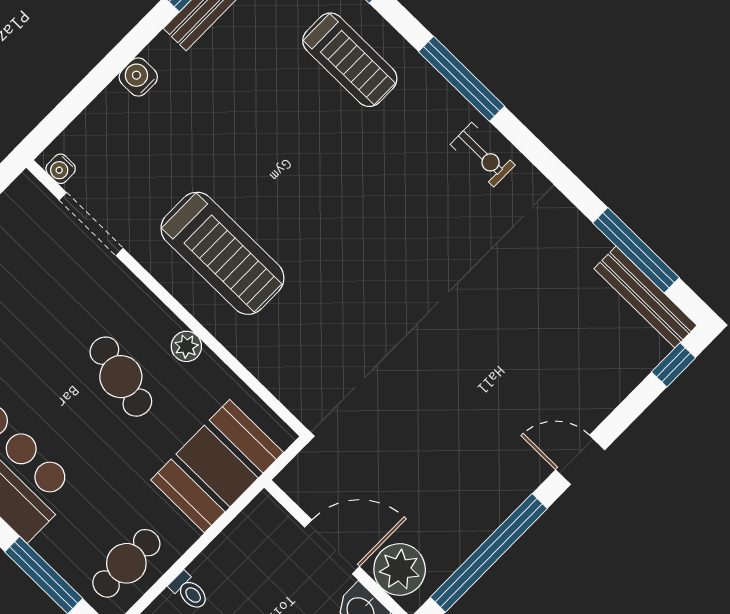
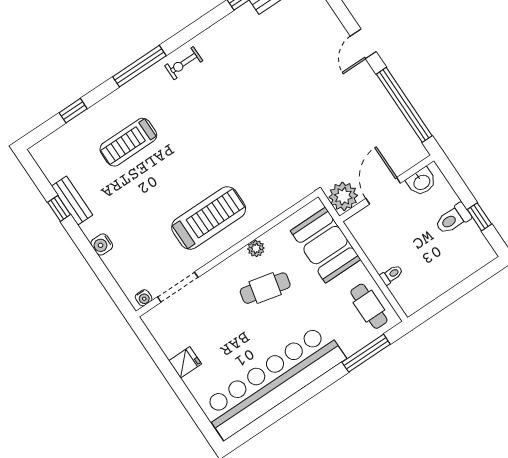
treadmill: (350, 60) -> (128, 142), moved, turned 180
exercise bike: (483, 155) -> (184, 63), turned 180
plant: (400, 569) -> (343, 196), moved

